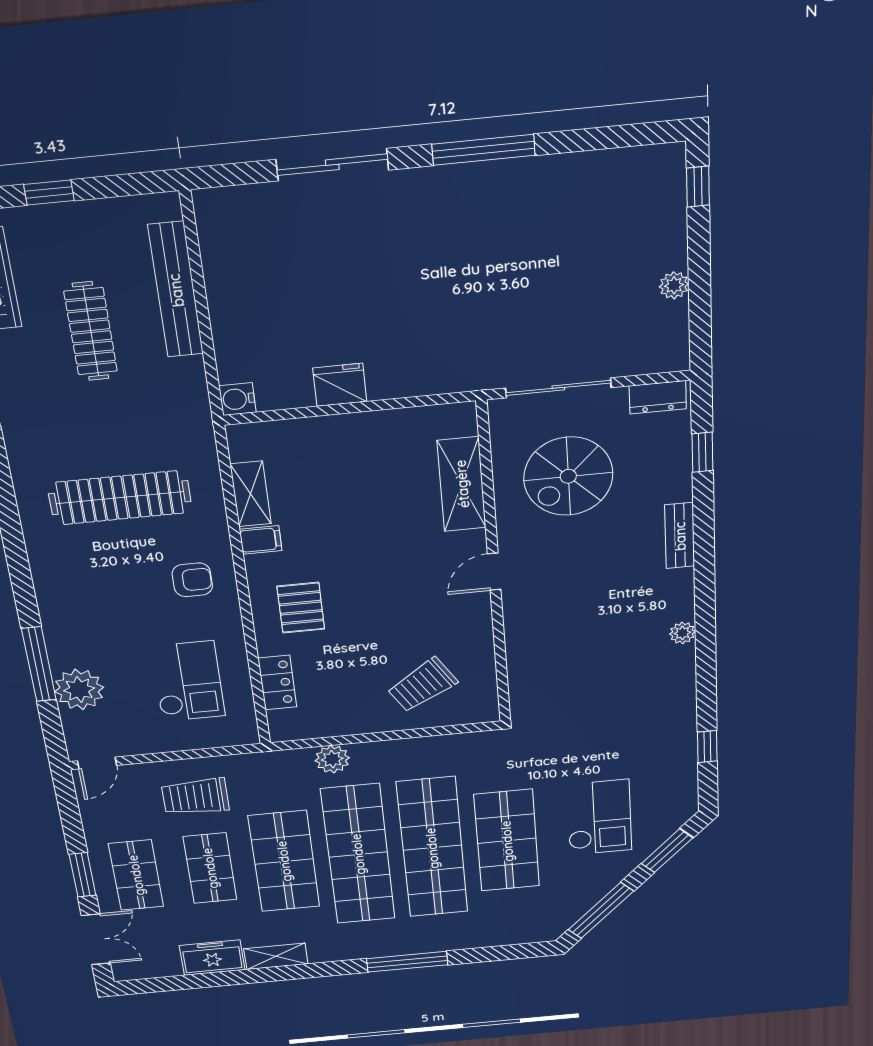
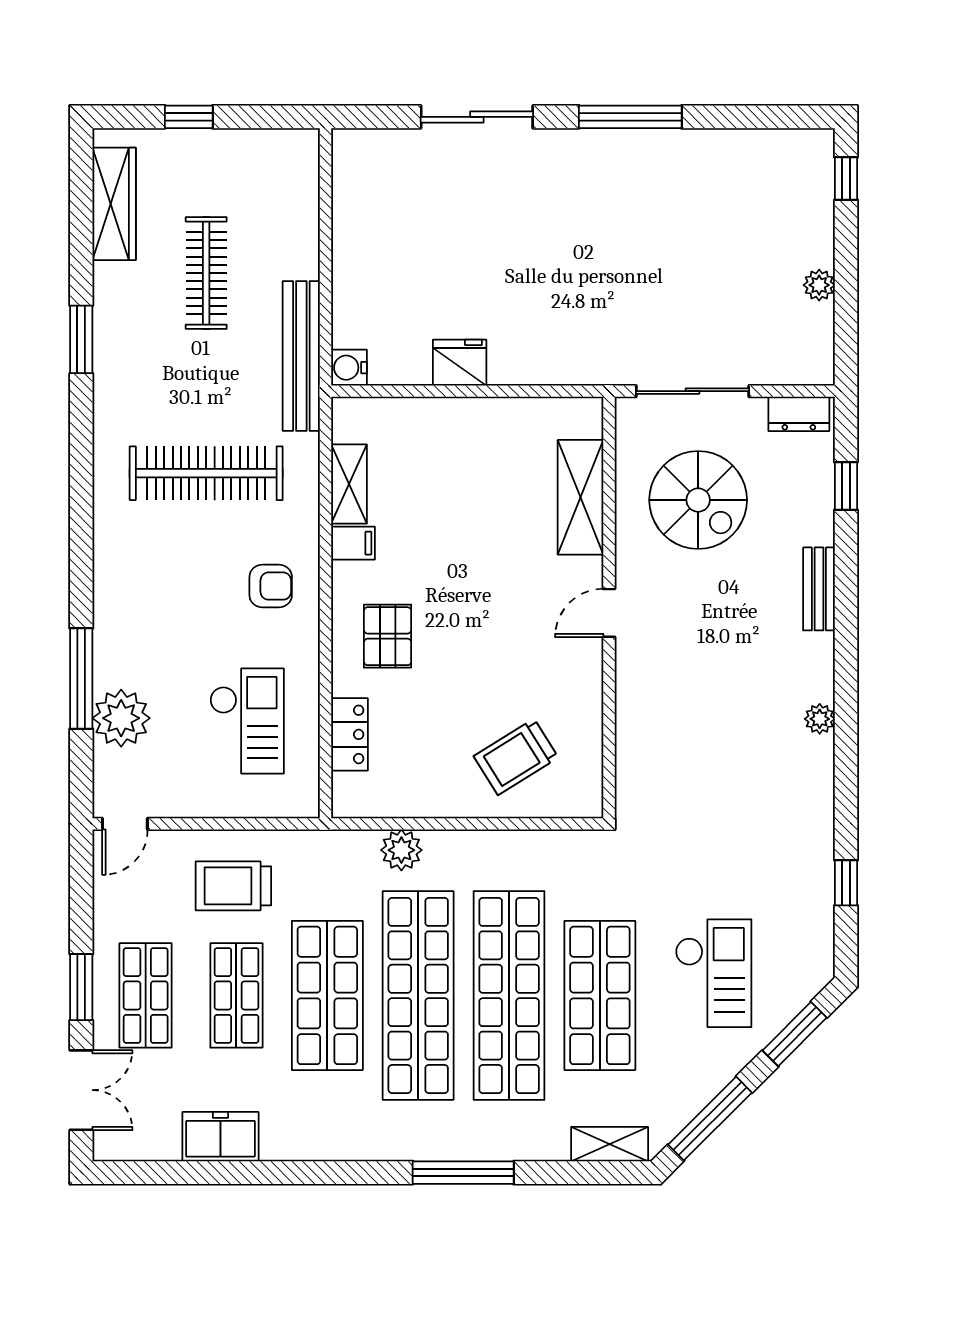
bench: (176, 290) -> (301, 356), moved
spiral stairs: (568, 476) -> (698, 500), turned -90
shelving: (276, 956) -> (610, 1144), moved

